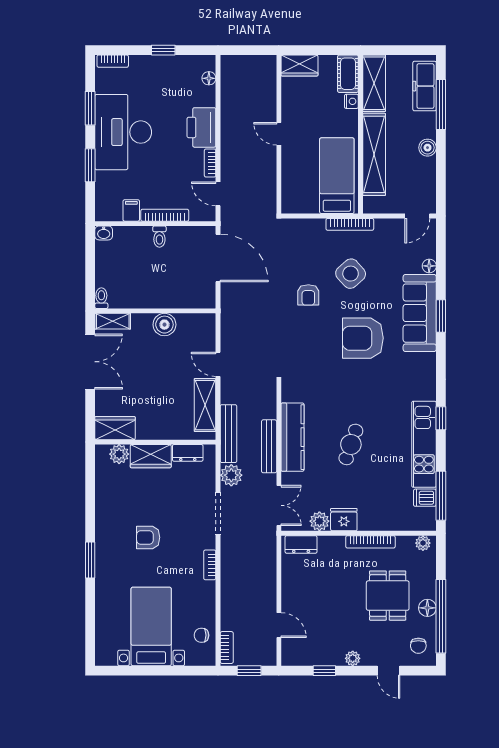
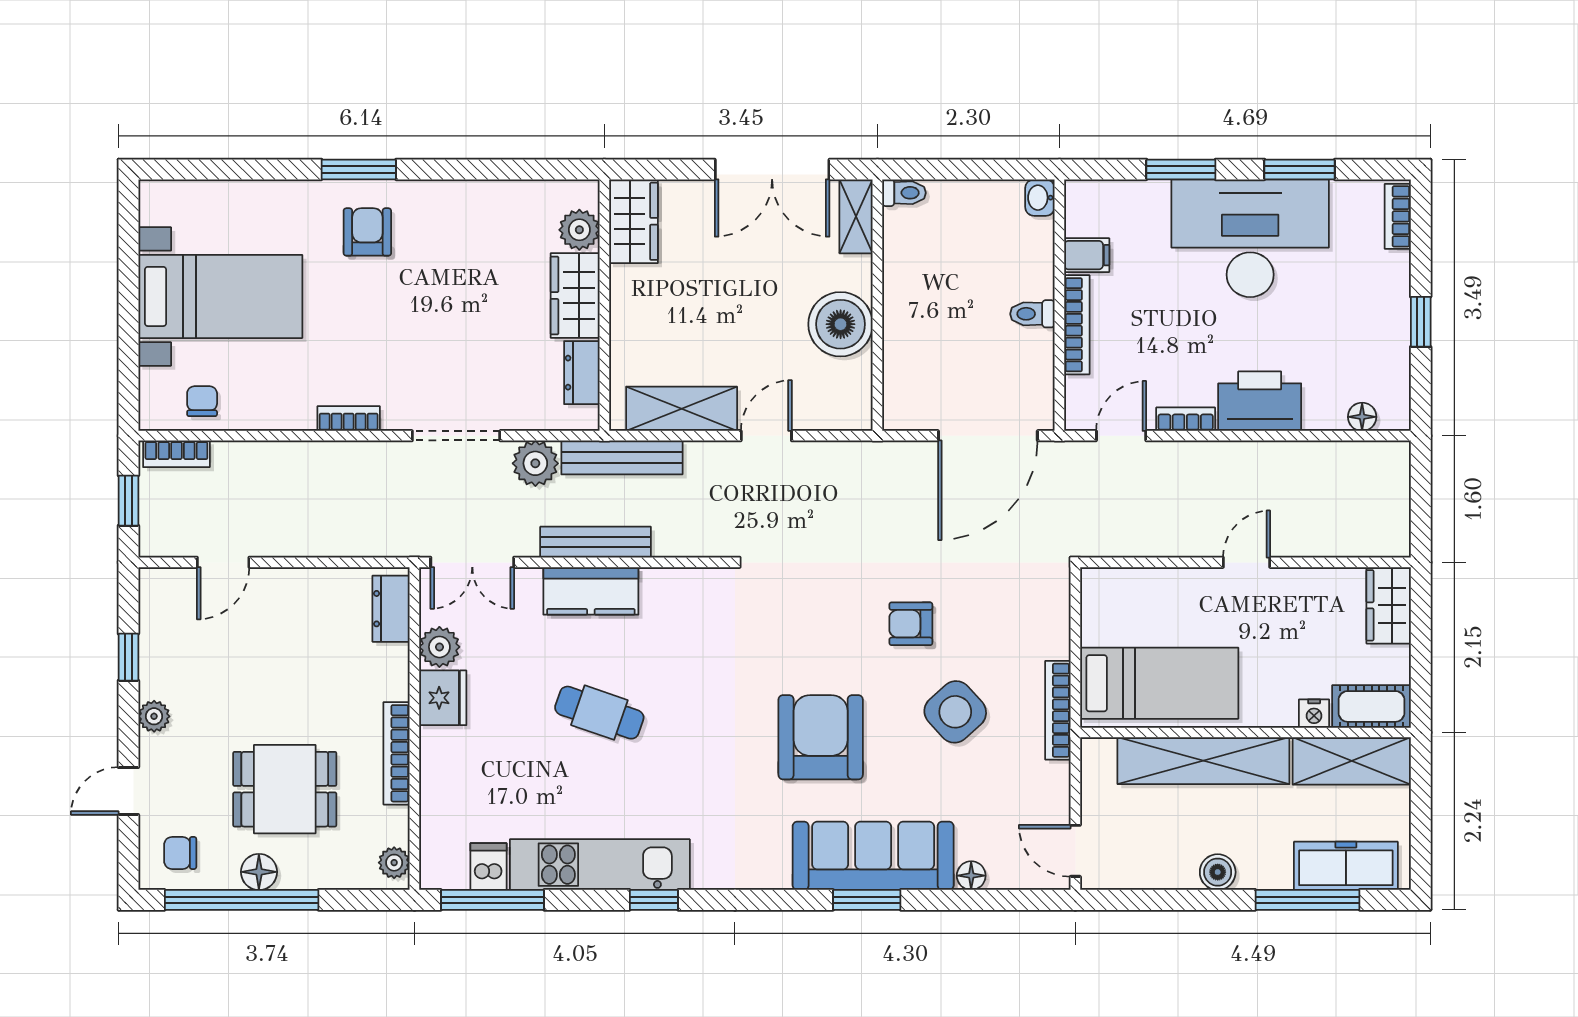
boiler: (164, 325) -> (841, 324), width x1.37, depth x1.37
kitchen counter: (293, 437) -> (591, 591), width x0.67
armchair: (148, 537) -> (367, 232), moved

